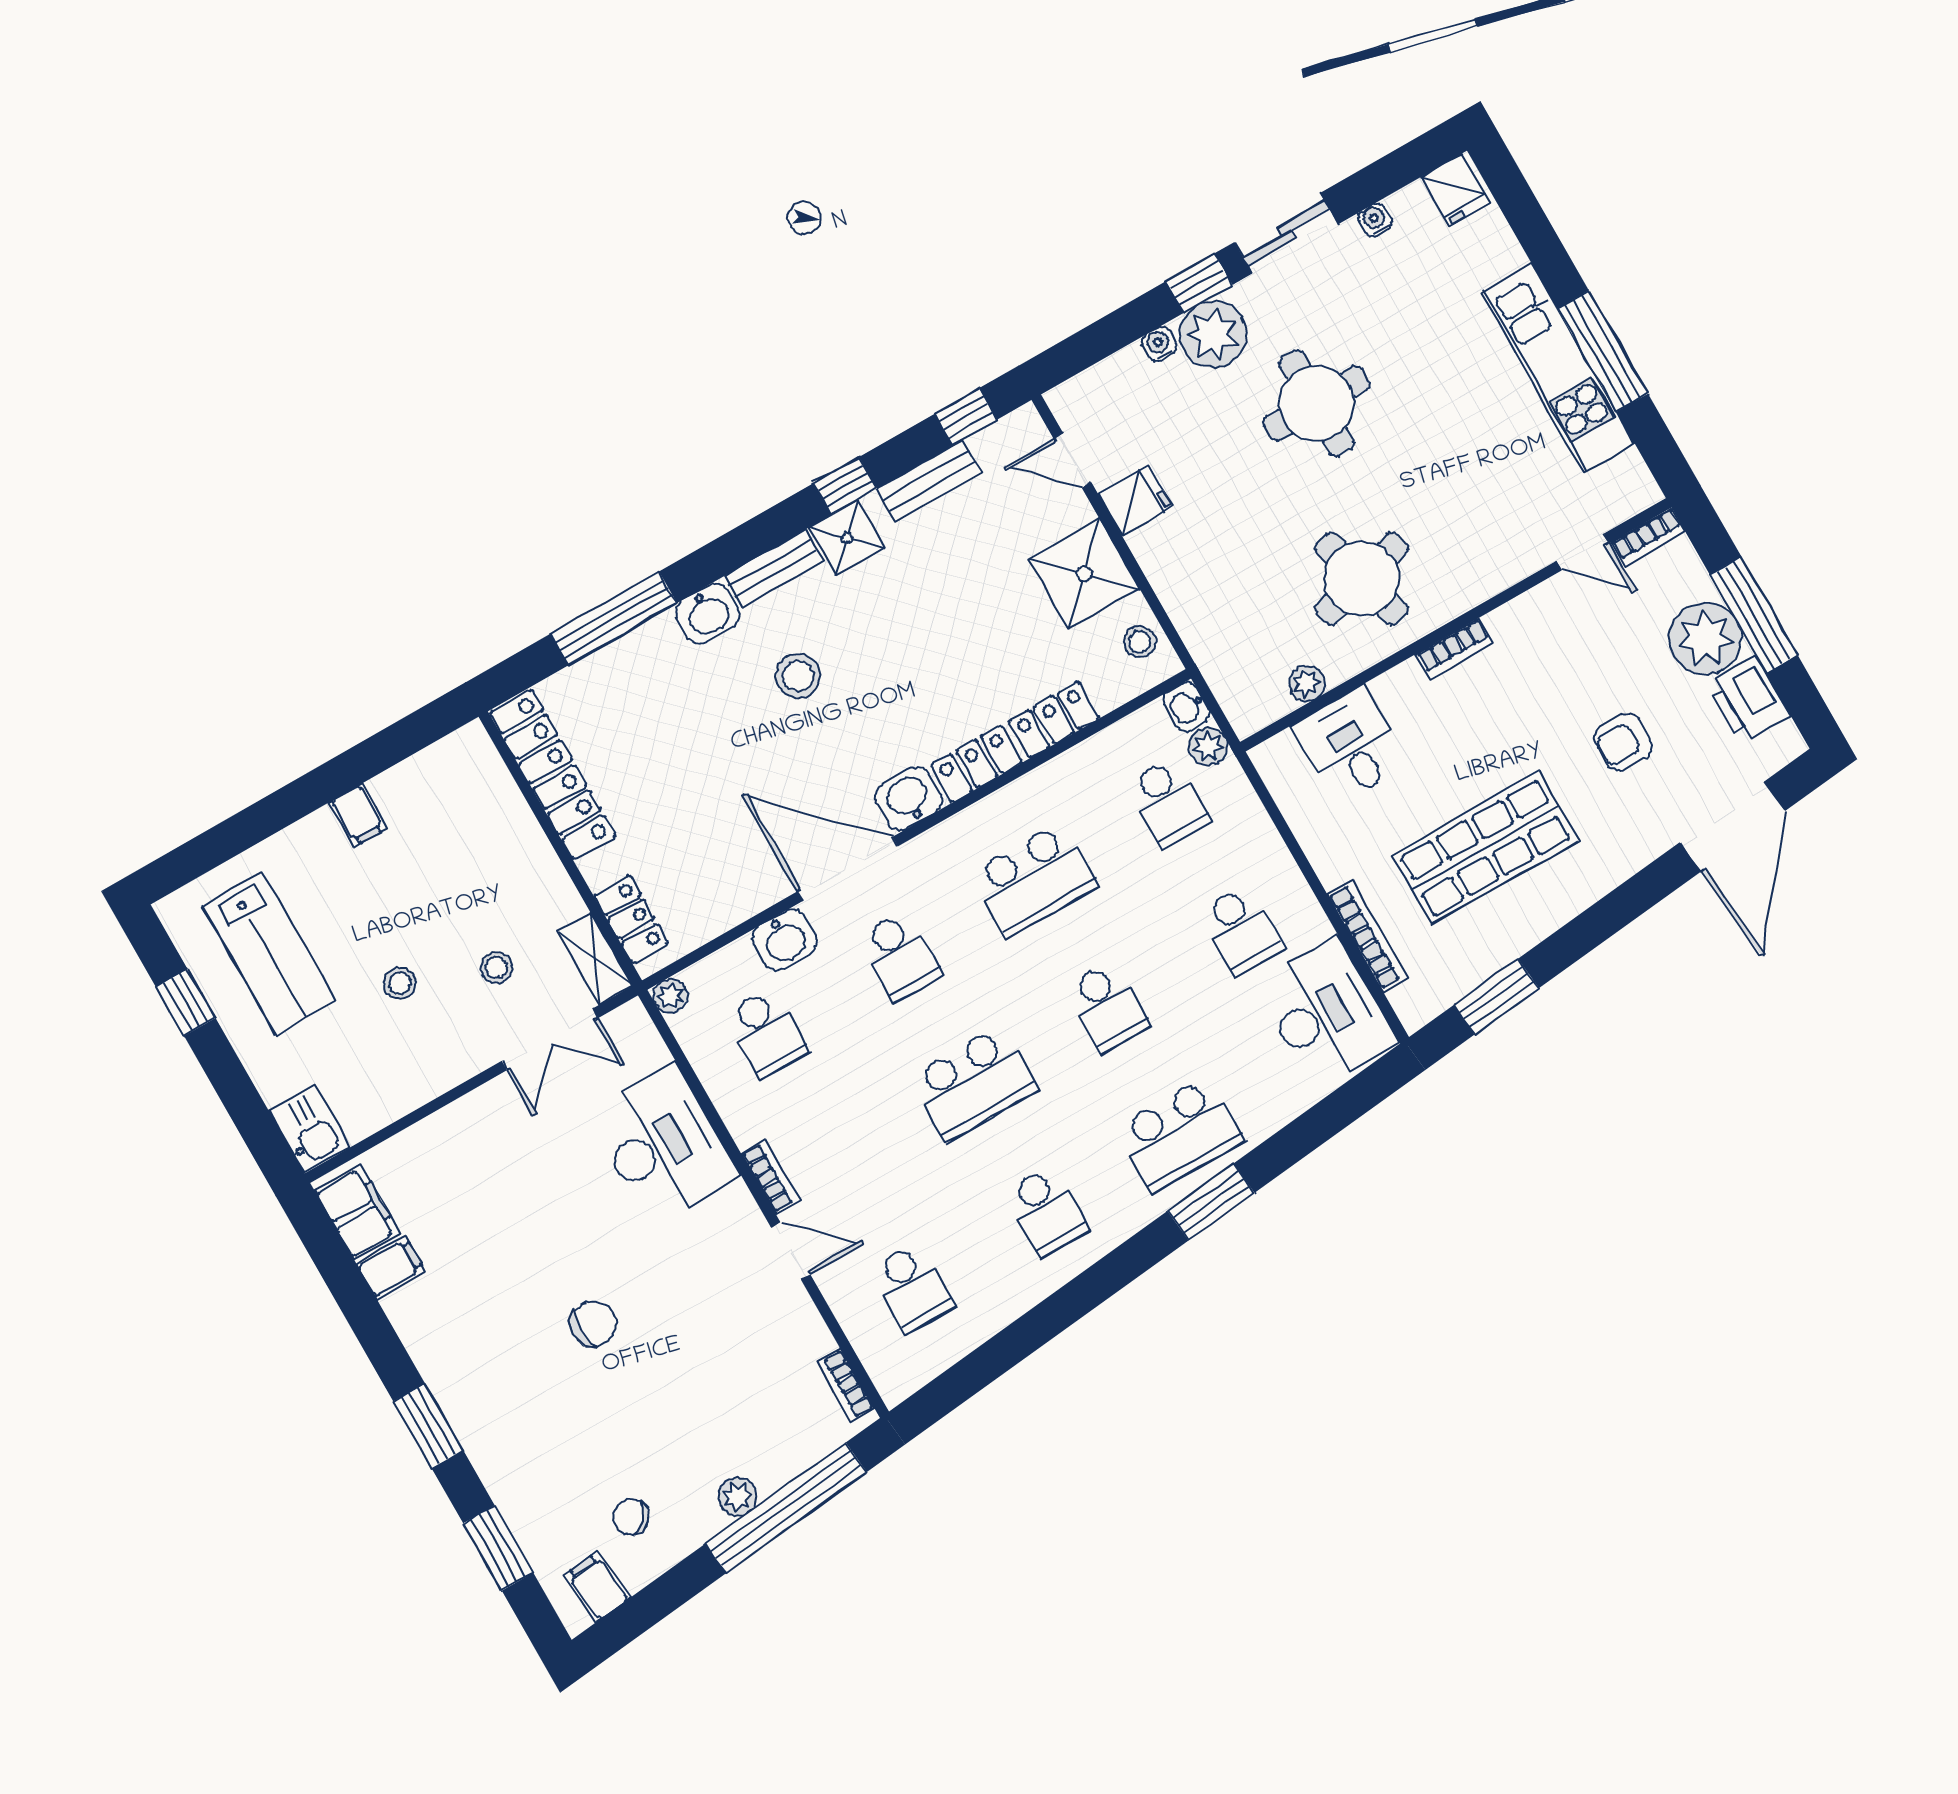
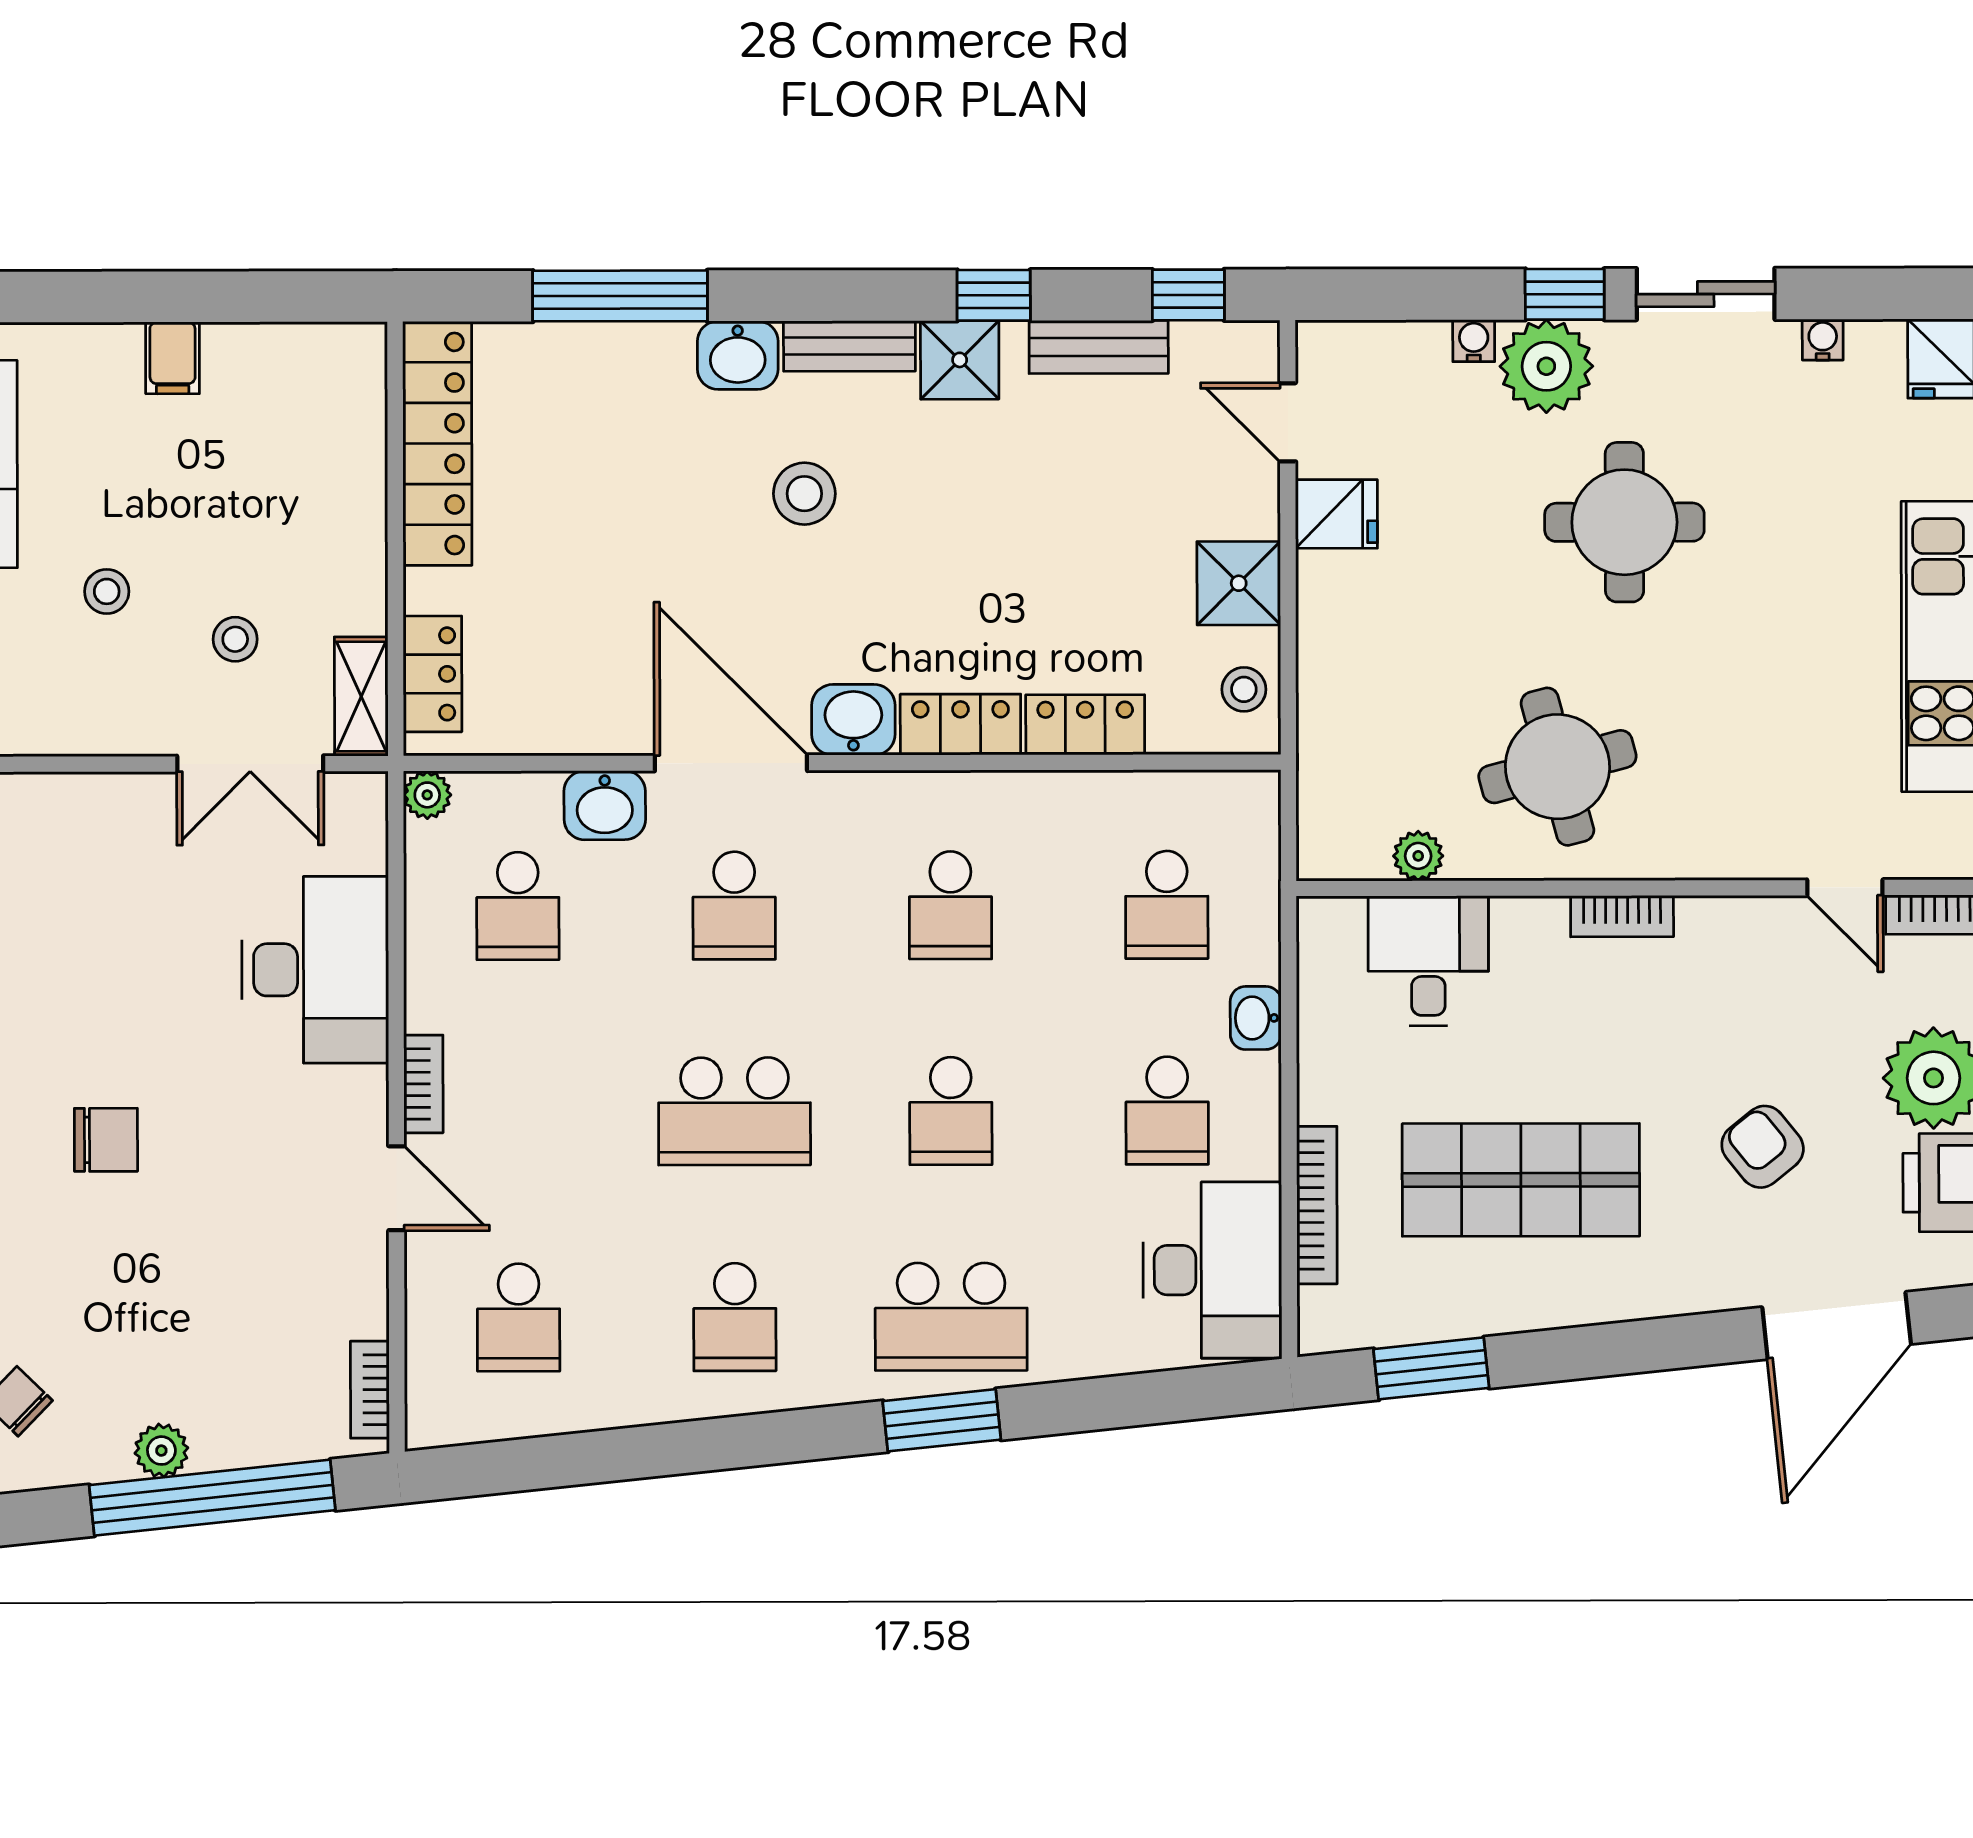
shower: (1084, 574) -> (1239, 583), width x0.73, depth x0.73
washbasin: (1186, 707) -> (1256, 1018), moved
armchair: (1623, 742) -> (1763, 1147), turned 51
plant: (1208, 746) -> (1254, 864), removed
school desk: (1034, 879) -> (950, 905), width x0.54

